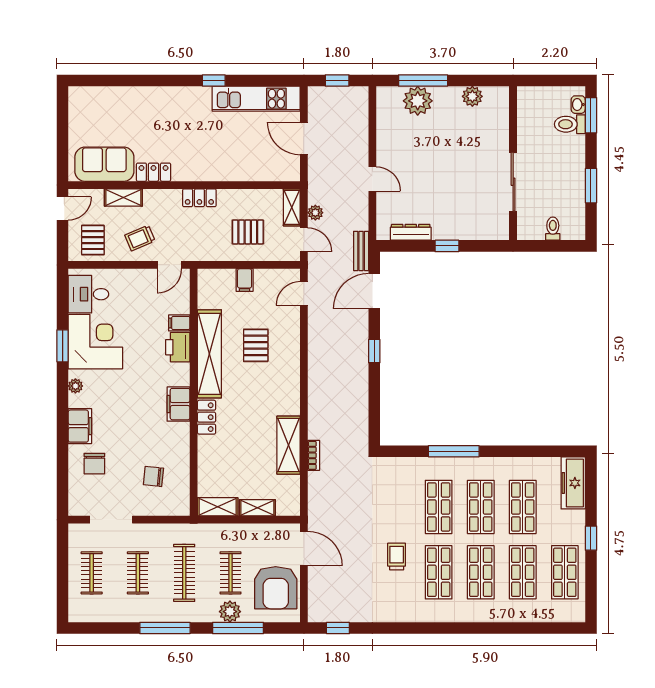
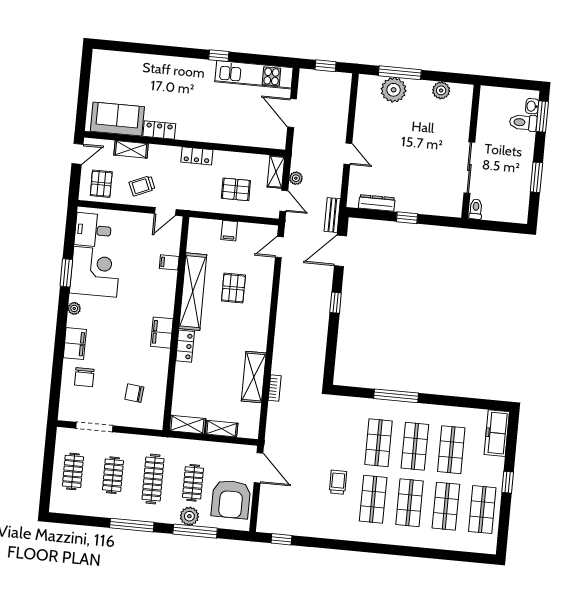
toilet: (553, 229) -> (476, 209), moved
printer: (178, 347) -> (166, 283), removed

